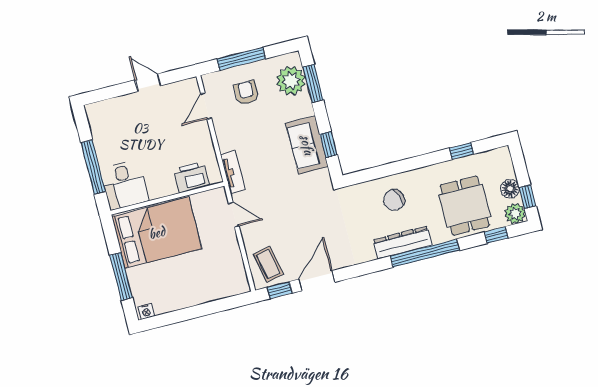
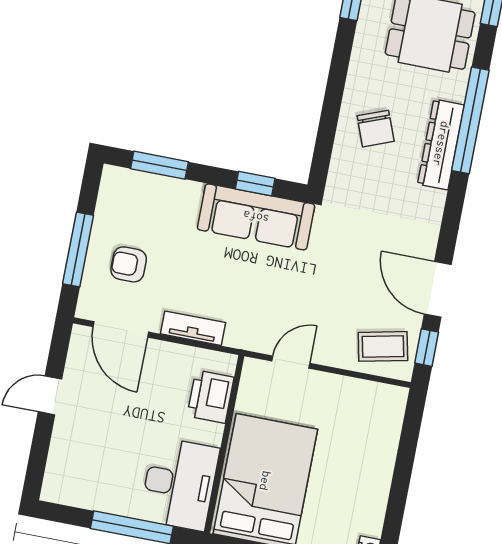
plant: (291, 81) -> (141, 194), removed
door: (206, 106) -> (121, 329), width x1.38
sofa: (307, 145) -> (256, 217), width x1.36
tv unit: (233, 172) -> (193, 328), moved
desk: (125, 185) -> (179, 484), width x1.37

